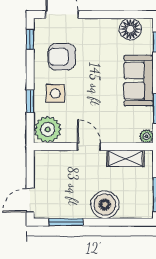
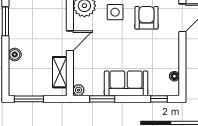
floor lamp: (130, 29) -> (174, 76), width x0.53, depth x0.53
boiler: (105, 205) -> (15, 54), width x0.54, depth x0.54

